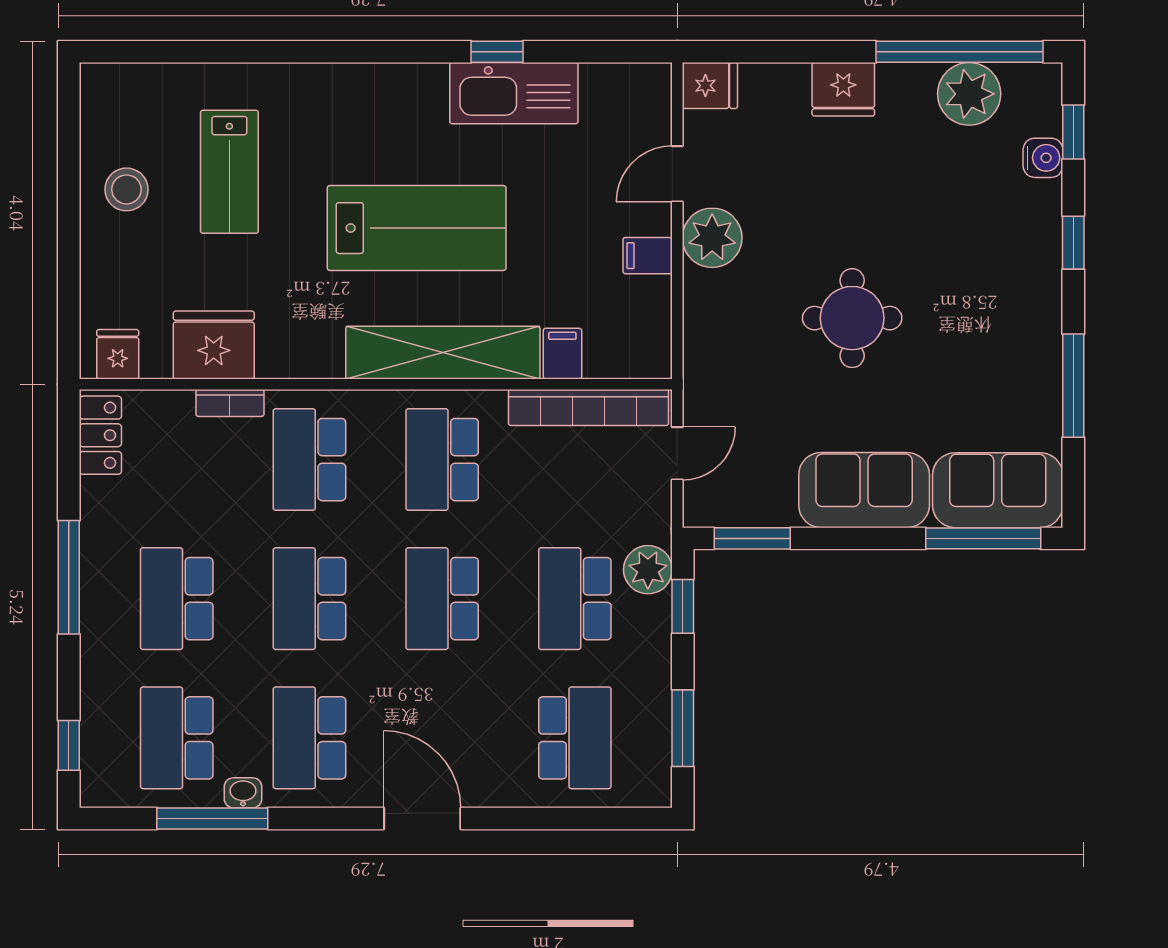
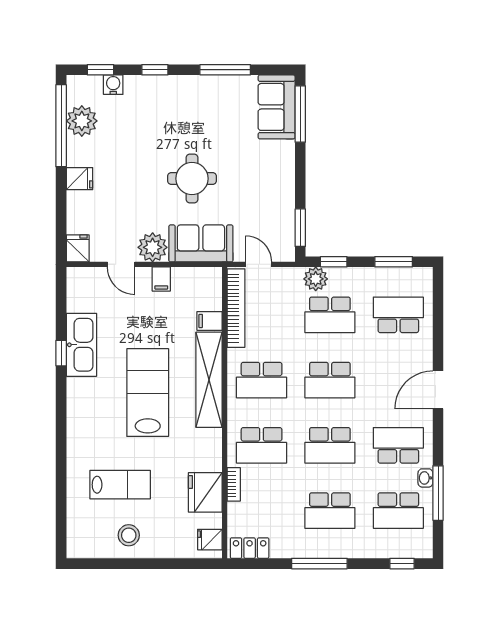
fridge: (843, 89) -> (80, 179), width x0.72
sofa: (864, 490) -> (201, 243), moved, turned 90
school desk: (309, 738) -> (398, 445), turned 180

